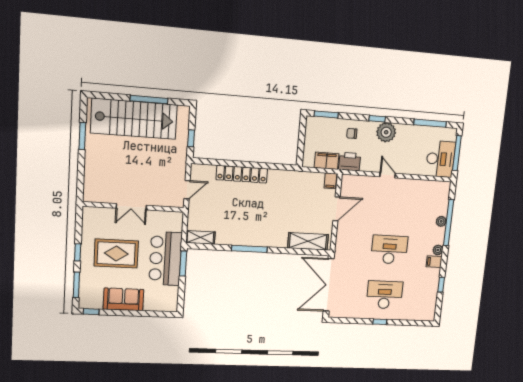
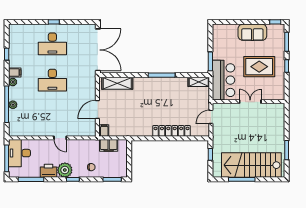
printer: (350, 162) -> (49, 171), moved, turned 180
bar counter: (165, 259) -> (224, 80), moved

